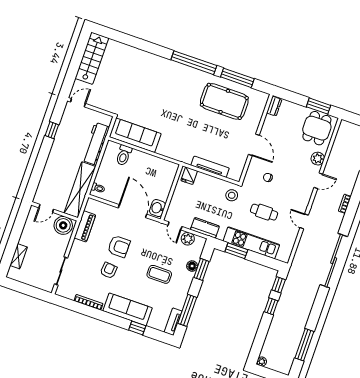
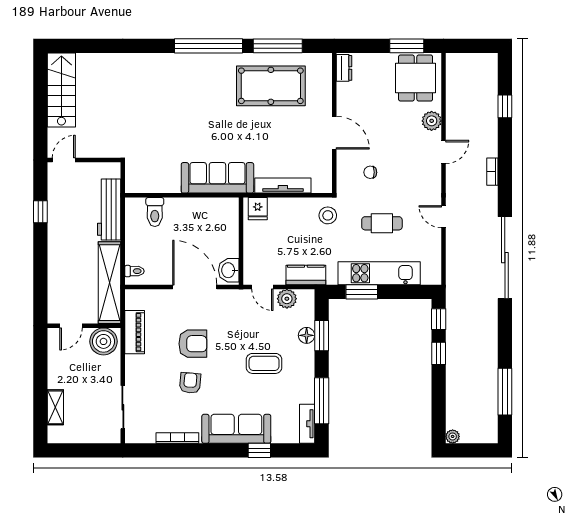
sofa: (135, 135) -> (217, 178), moved

